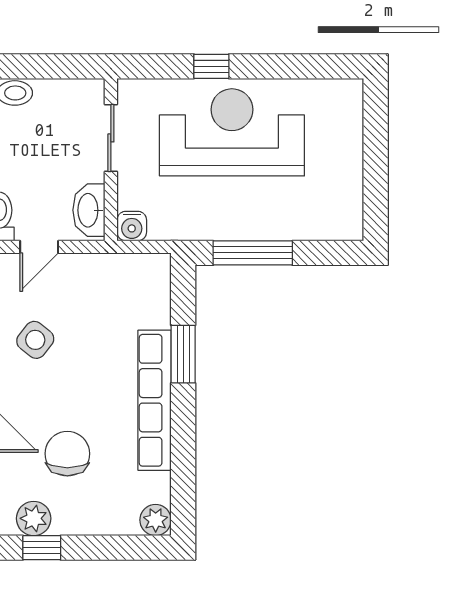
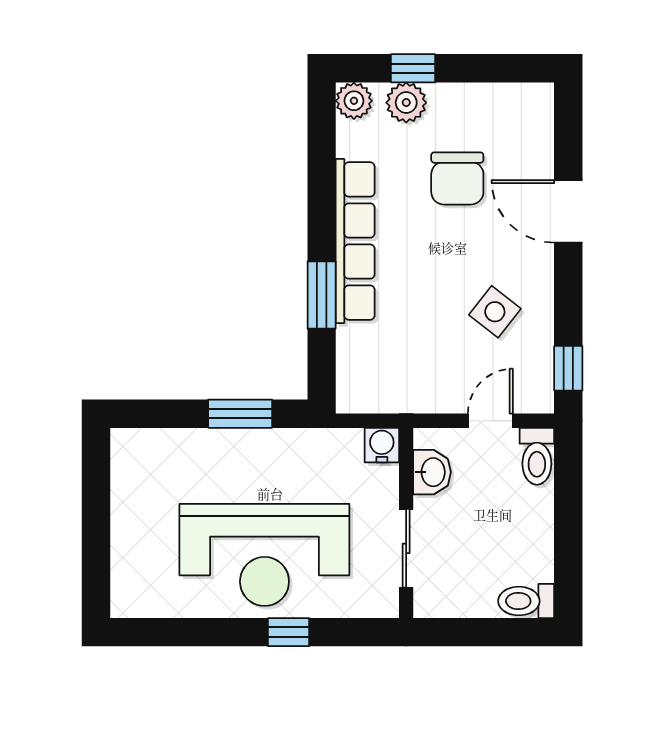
washbasin: (89, 210) -> (432, 472), width x0.72
window: (253, 253) -> (240, 414), width x0.69
plant: (34, 518) -> (406, 103), moved
window: (42, 548) -> (413, 68), moved

